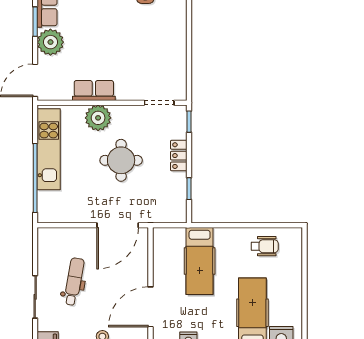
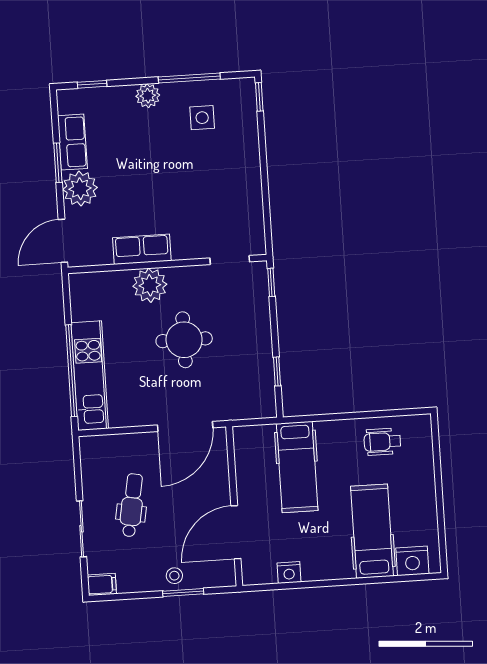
kitchen unit: (49, 149) -> (90, 376), moved
locker: (179, 156) -> (260, 329), removed
wheelchair: (265, 246) -> (382, 442), turned 180

